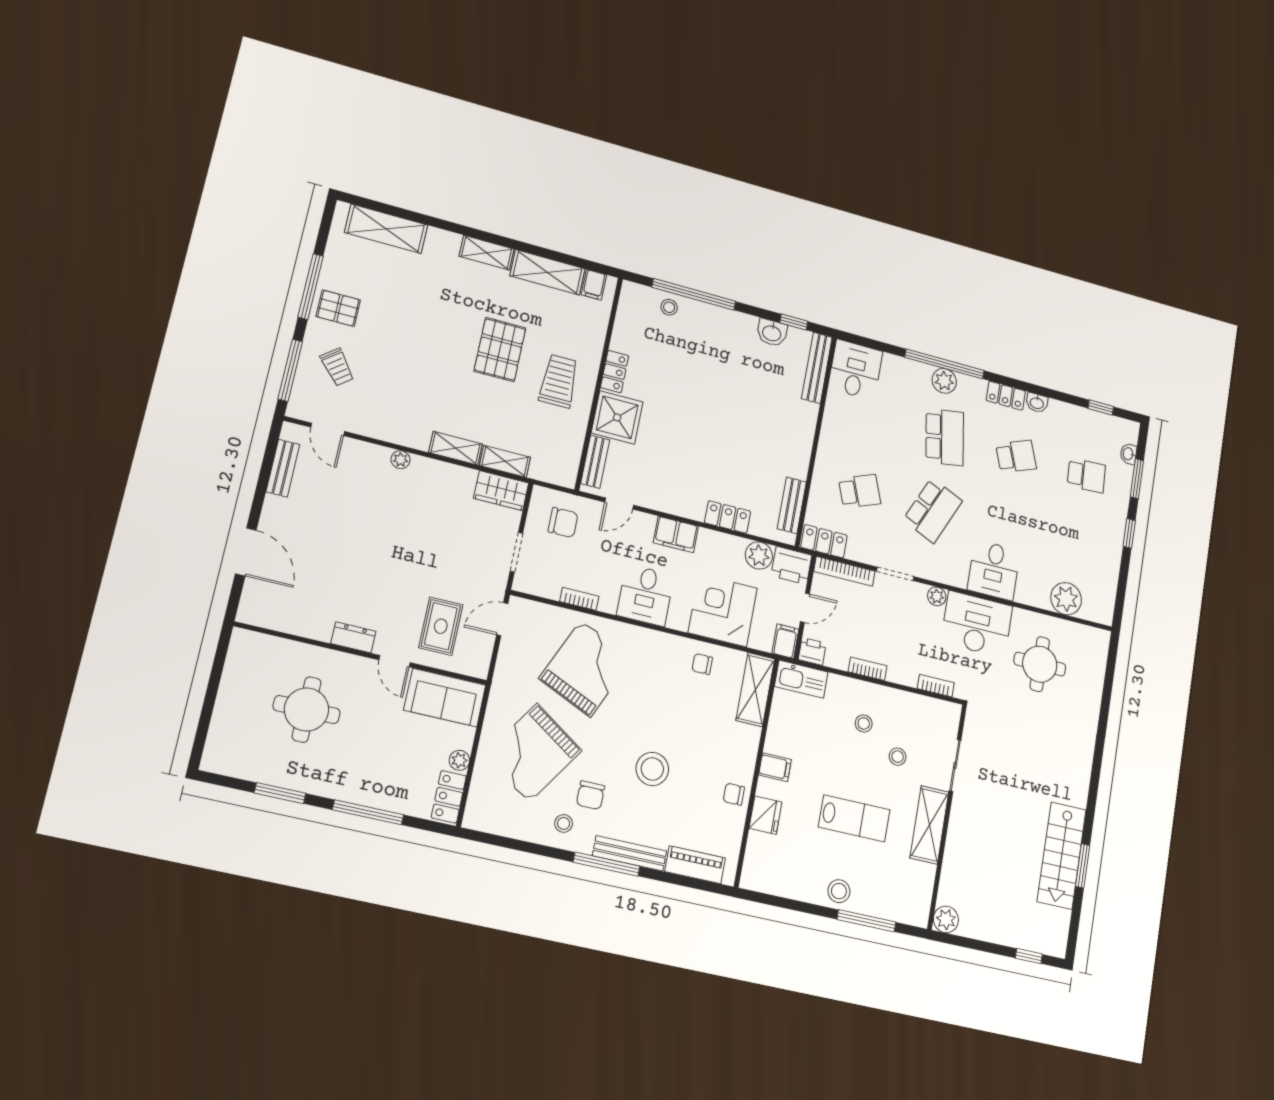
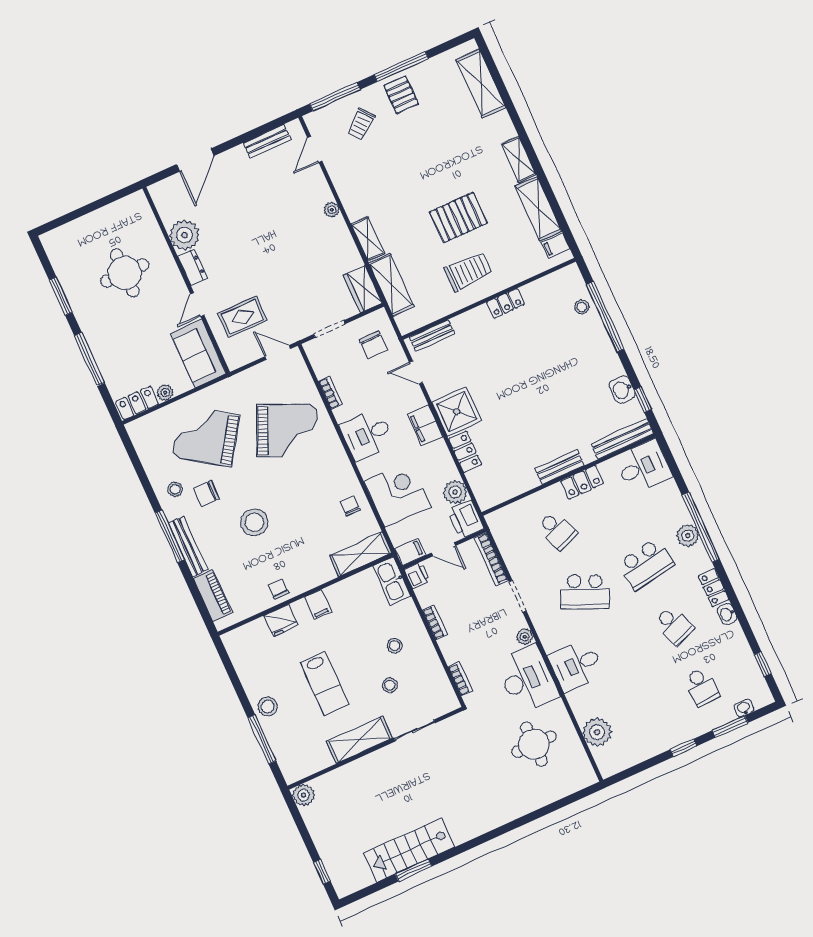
shower: (617, 417) -> (457, 412), moved
shelving: (505, 461) -> (391, 285), width x1.50, depth x1.33
bench: (792, 505) -> (559, 467), moved
locker: (824, 541) -> (582, 482), moved, turned 90
plant: (314, 621) -> (184, 235), added

